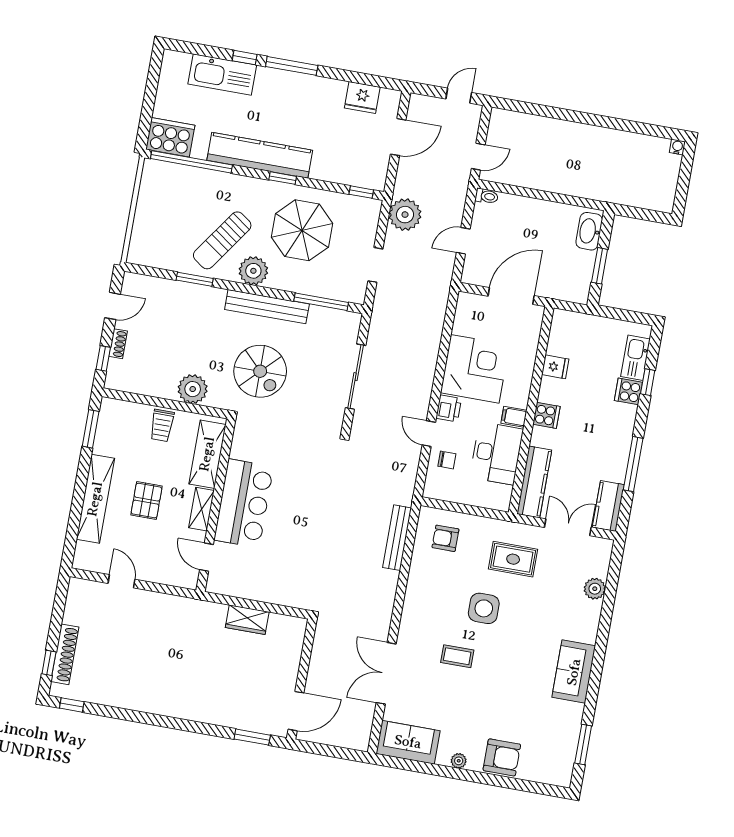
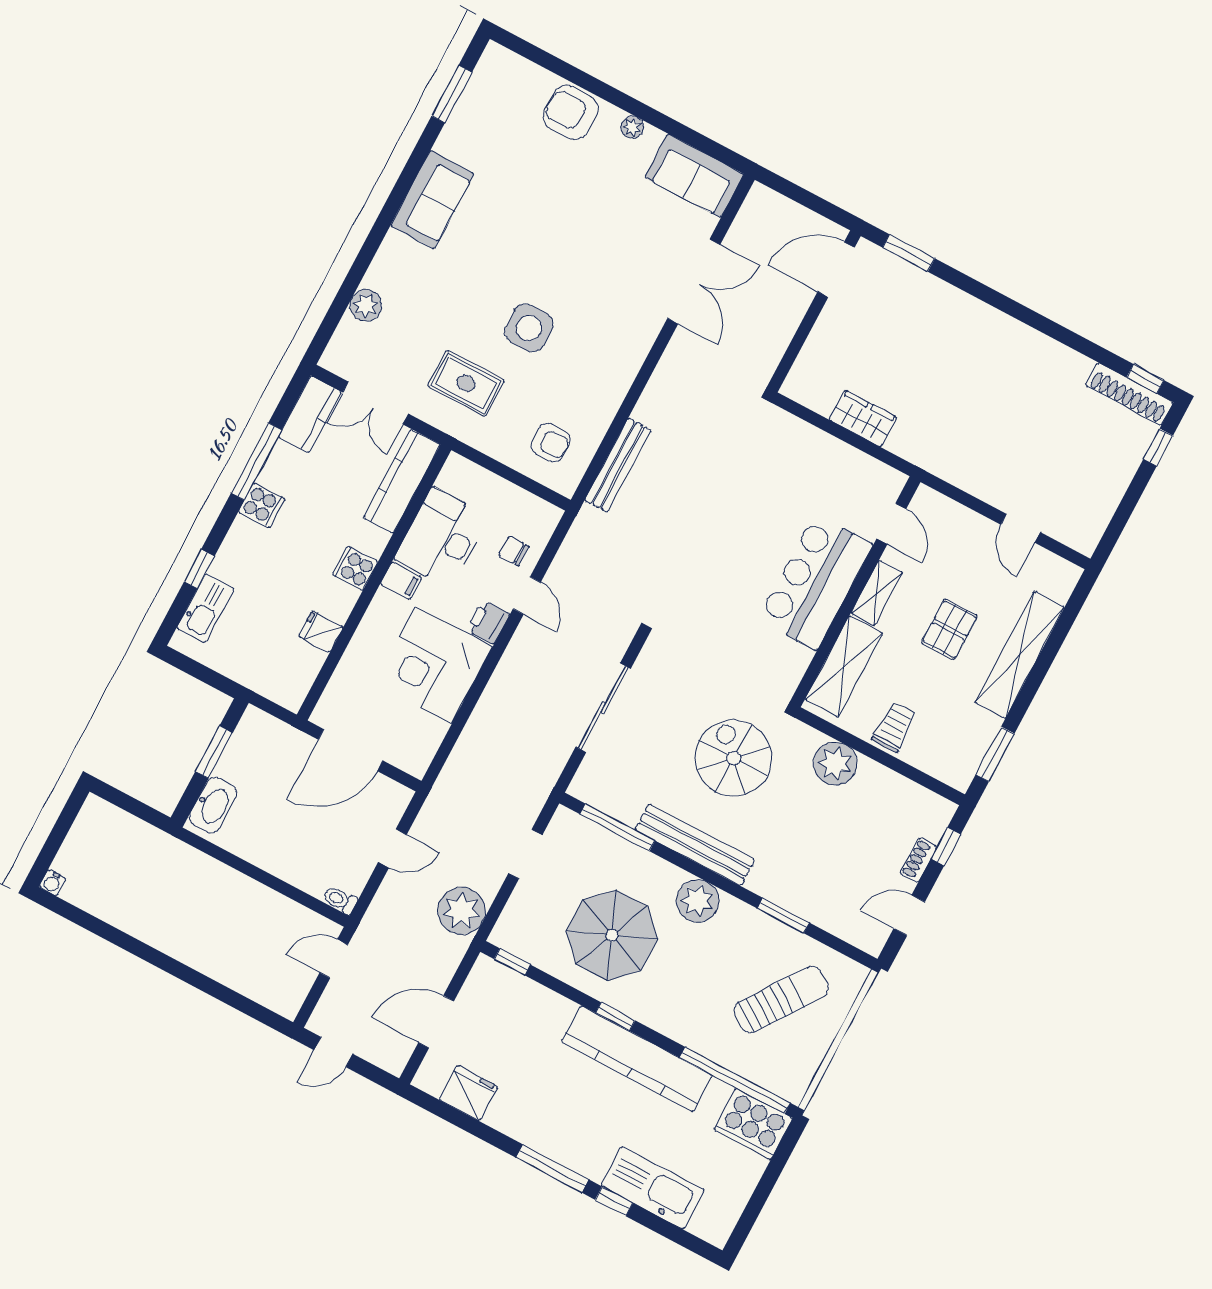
sun lounger: (222, 240) -> (781, 1000), moved
cooker: (628, 391) -> (262, 505), moved
shoe rack: (65, 654) -> (1129, 394), moved, turned -90
coffee table: (457, 656) -> (587, 273), removed

